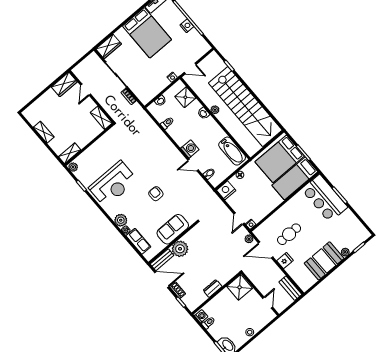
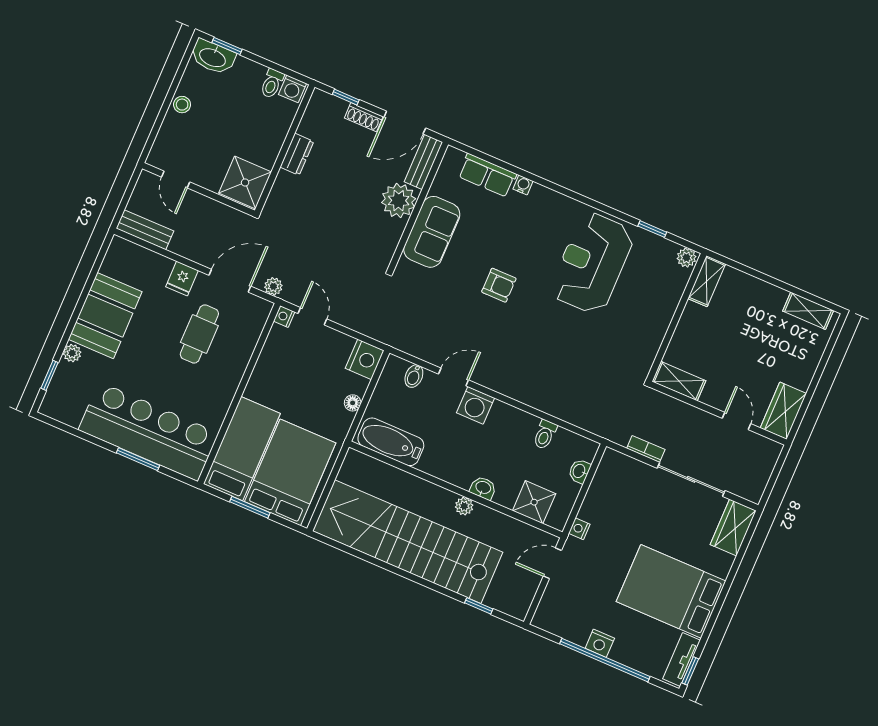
shelving: (44, 132) -> (808, 311), moved
bar counter: (325, 198) -> (148, 431), width x1.36
plant: (121, 220) -> (542, 199), removed

